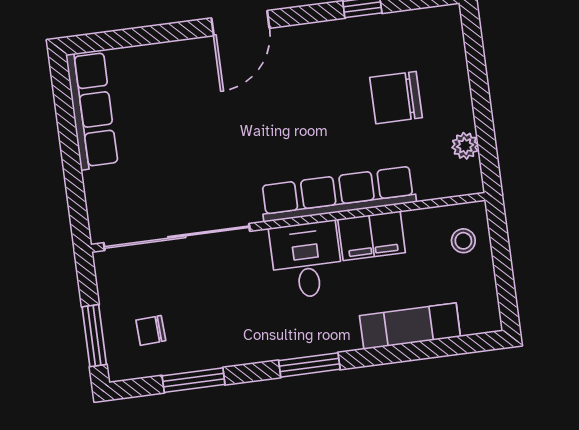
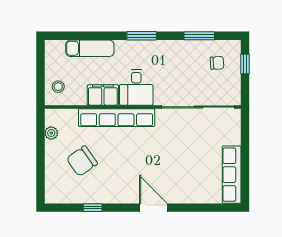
door: (240, 23) -> (153, 208), hinge flipped
chair: (396, 98) -> (82, 161), turned 145
window: (94, 336) -> (245, 64), width x0.67

